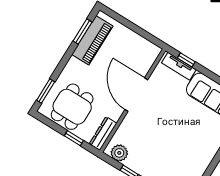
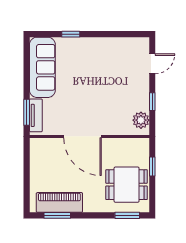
window: (186, 60) -> (27, 112), width x1.50
door: (136, 95) -> (83, 136), hinge flipped
dresser: (103, 134) -> (133, 144), removed

